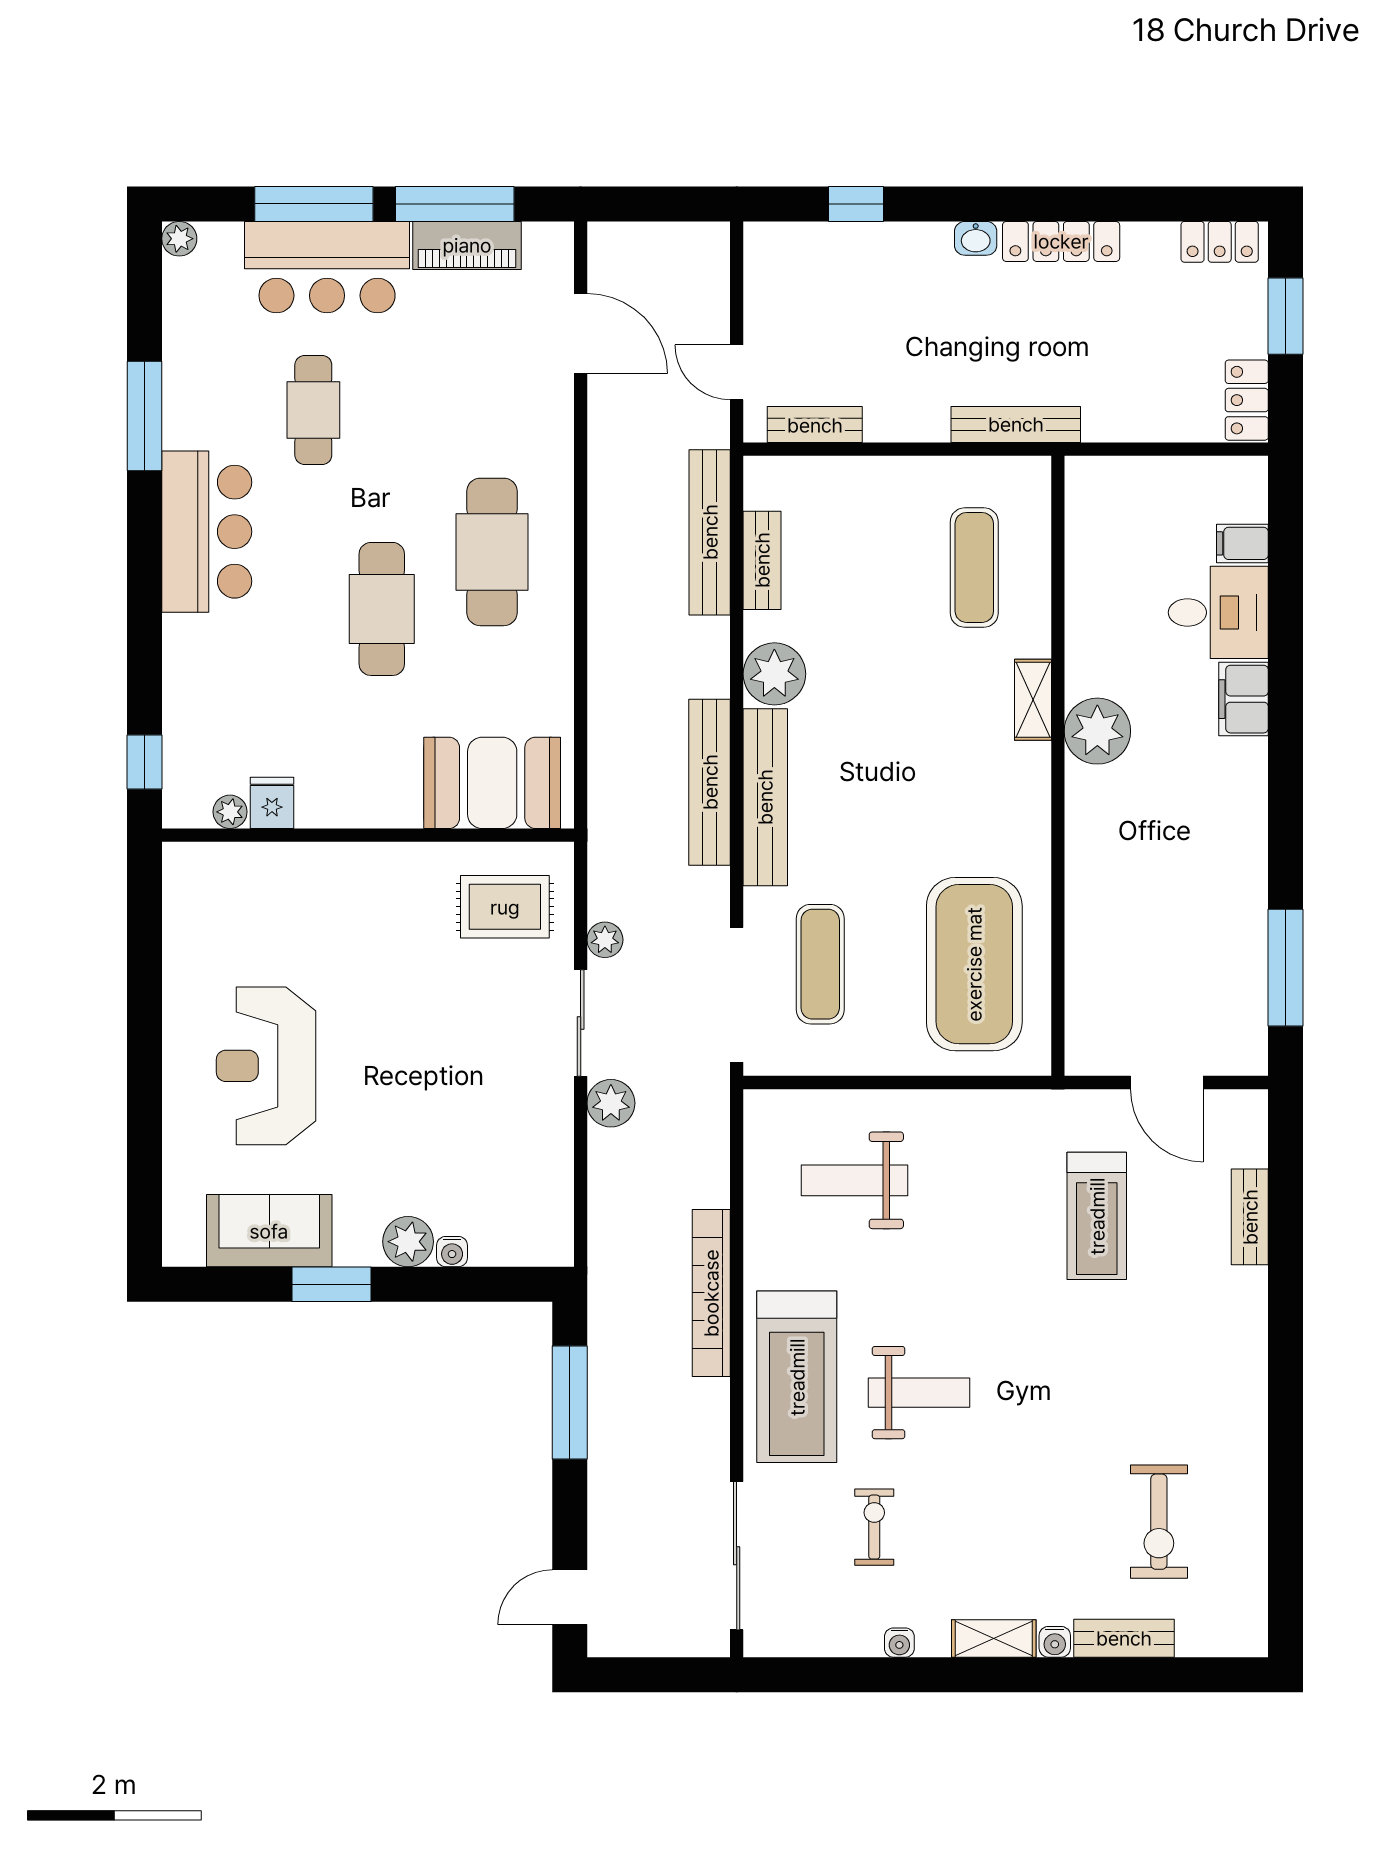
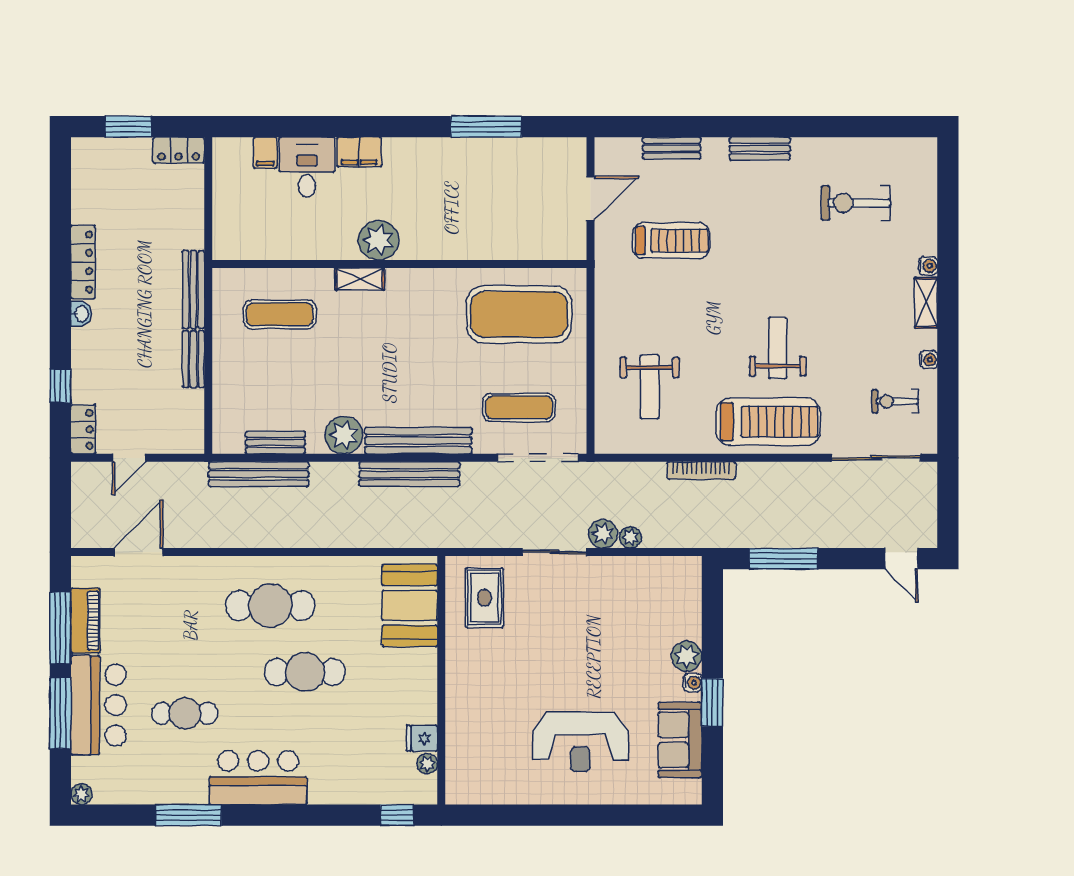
locker: (1220, 242) -> (83, 429), moved
door: (737, 372) -> (129, 458), moved
bench: (815, 425) -> (193, 359), moved
plant: (605, 940) -> (630, 537), moved
window: (1286, 968) -> (486, 127), moved
water cooler: (452, 1252) -> (693, 683), moved
bookcase: (711, 1293) -> (701, 470), width x0.68, depth x0.76
exercise bike: (1159, 1522) -> (856, 203), turned 180
exercise bike: (874, 1527) -> (895, 401), moved
bench: (1124, 1638) -> (760, 149), moved, turned 90

